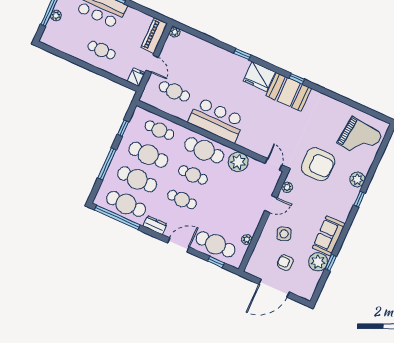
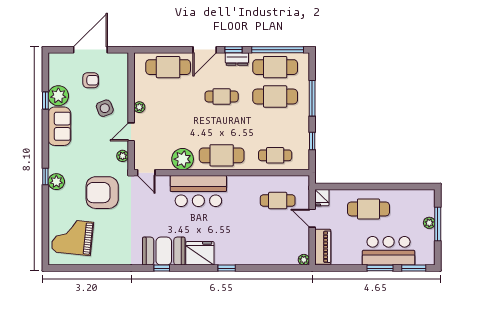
cafe table: (102, 50) -> (368, 209), width x1.37, depth x1.35
bar counter: (217, 120) -> (198, 191), moved
cafe table: (148, 155) -> (275, 126), removed
cafe table: (193, 175) -> (222, 126), removed
plant: (357, 179) -> (56, 182), moved
plant: (247, 239) -> (139, 107), moved
window: (216, 262) -> (233, 50), moved

